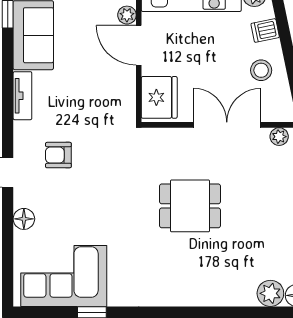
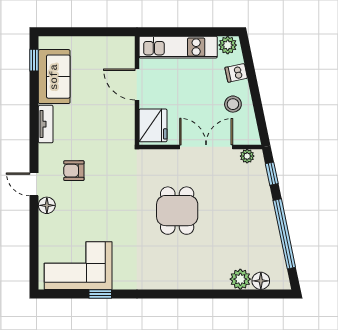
plant: (127, 15) -> (128, 61), removed
dining table: (190, 206) -> (177, 211), turned 90
floor lamp: (24, 219) -> (47, 205), moved

